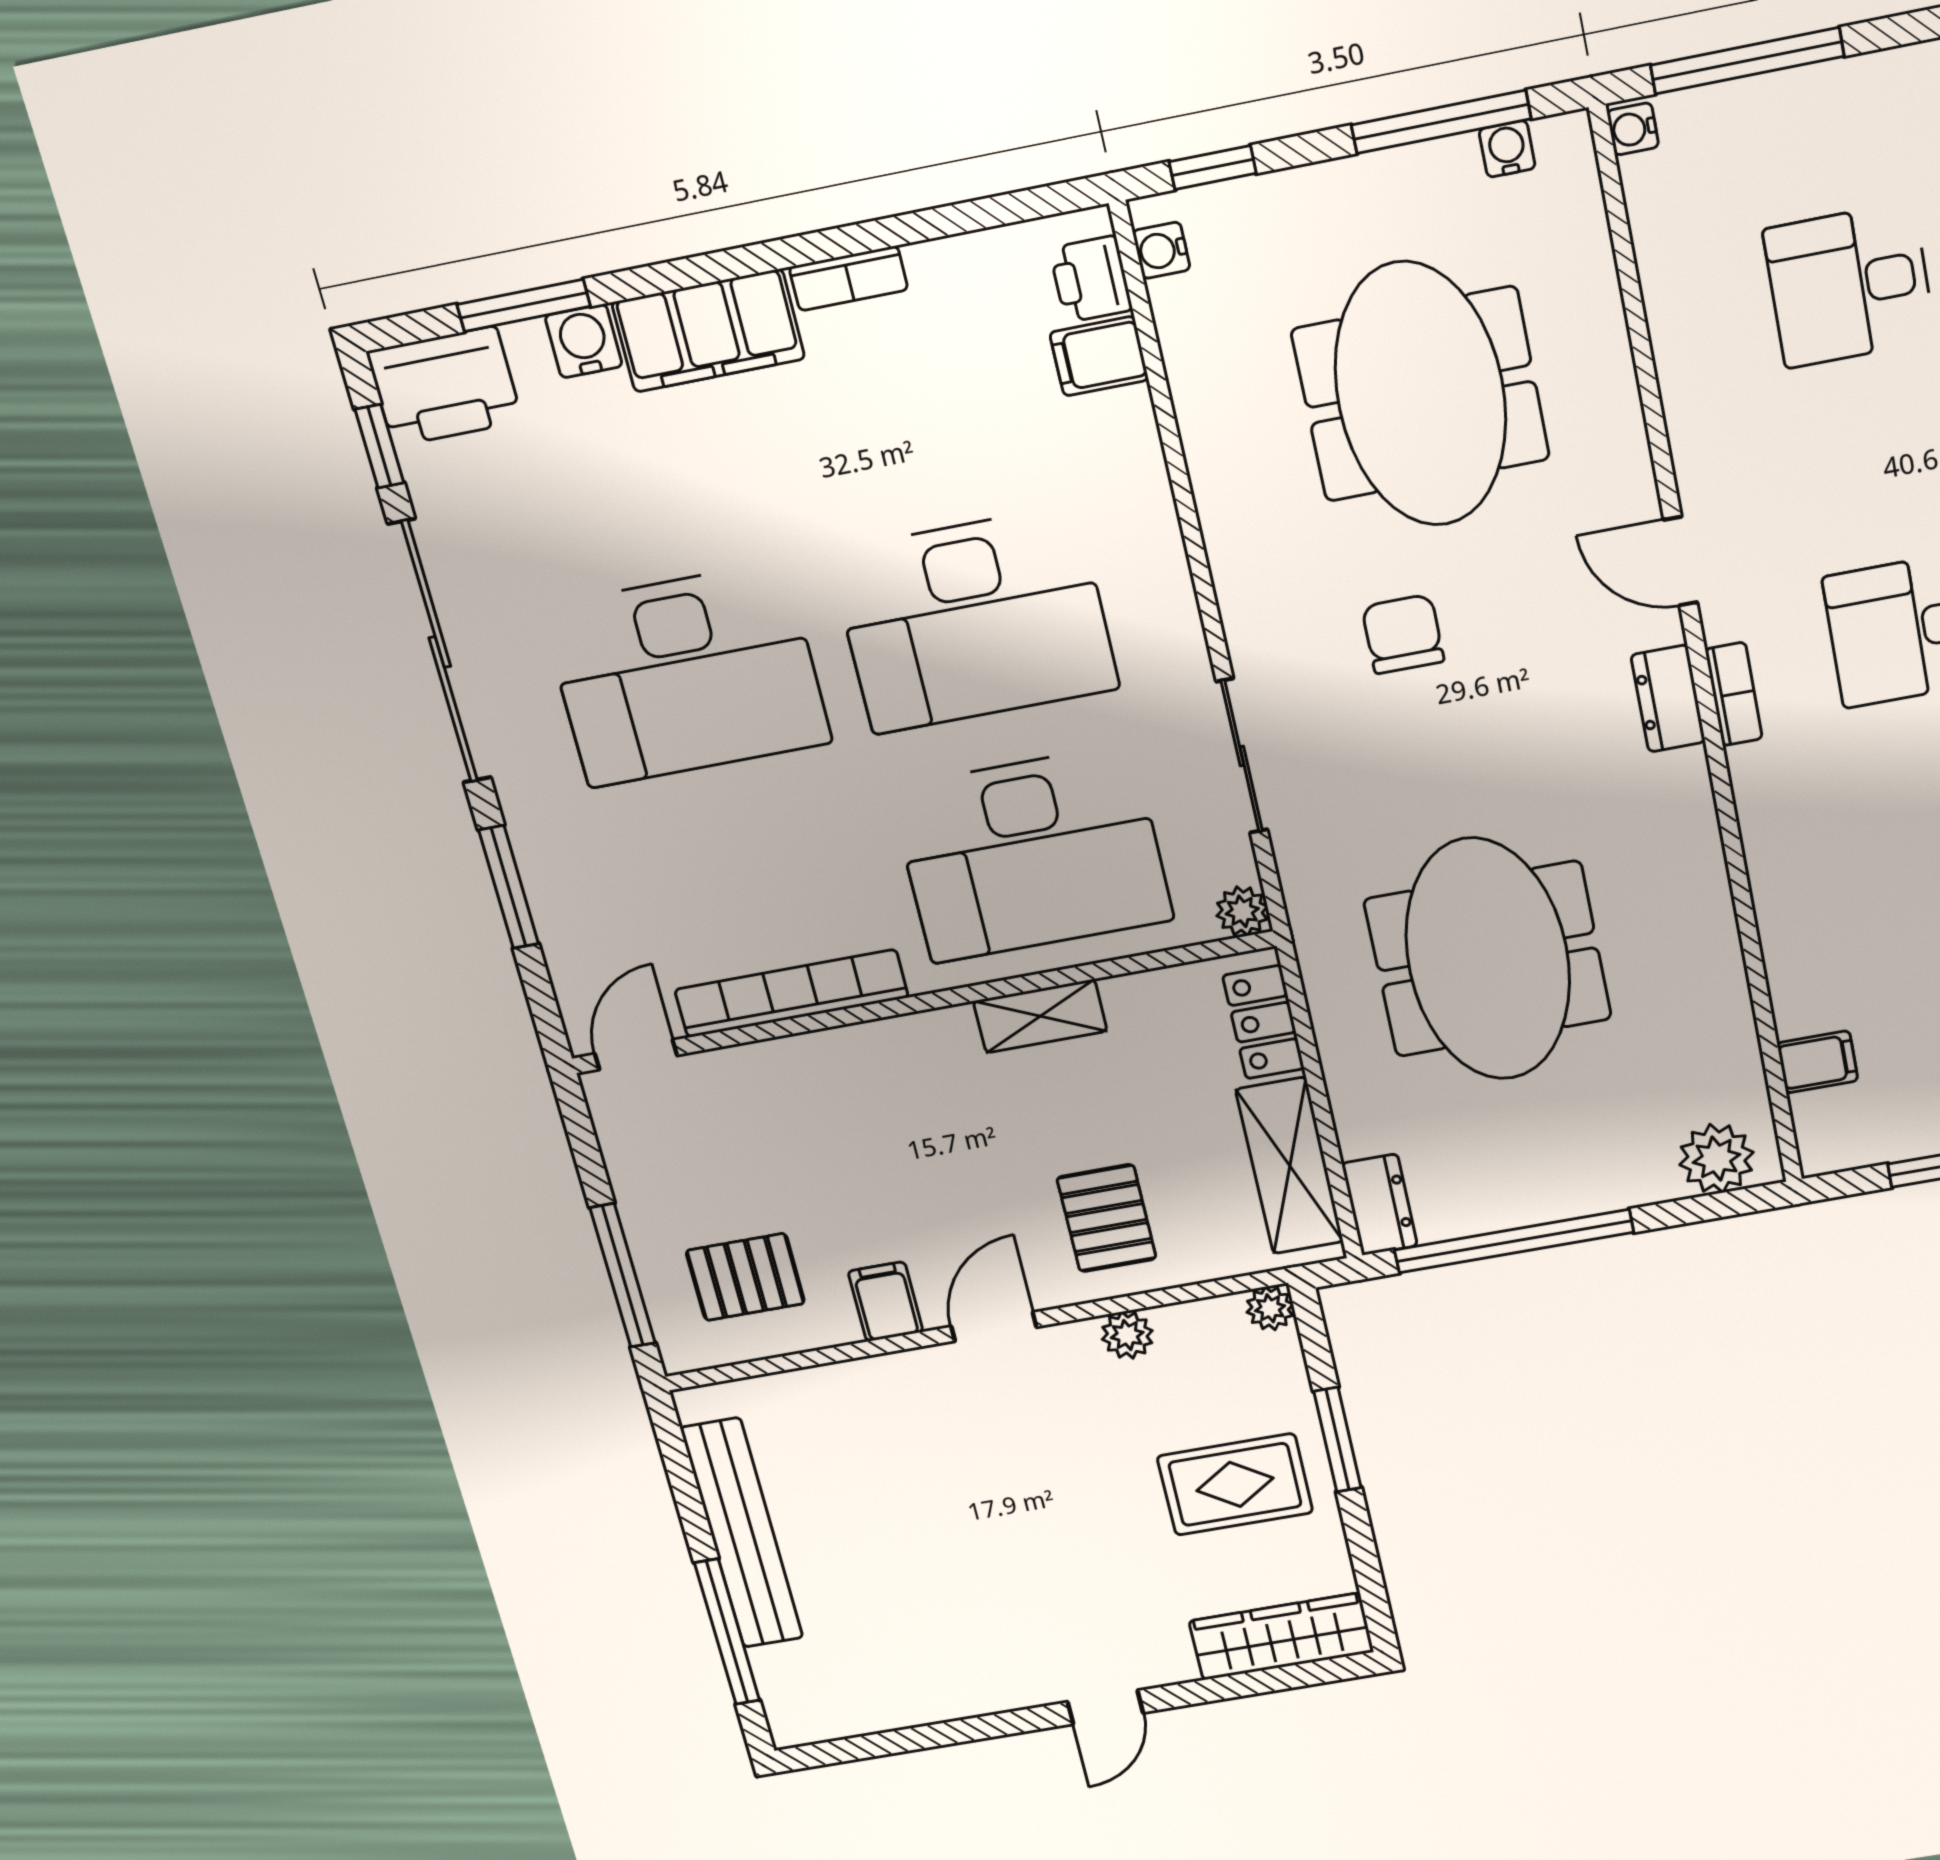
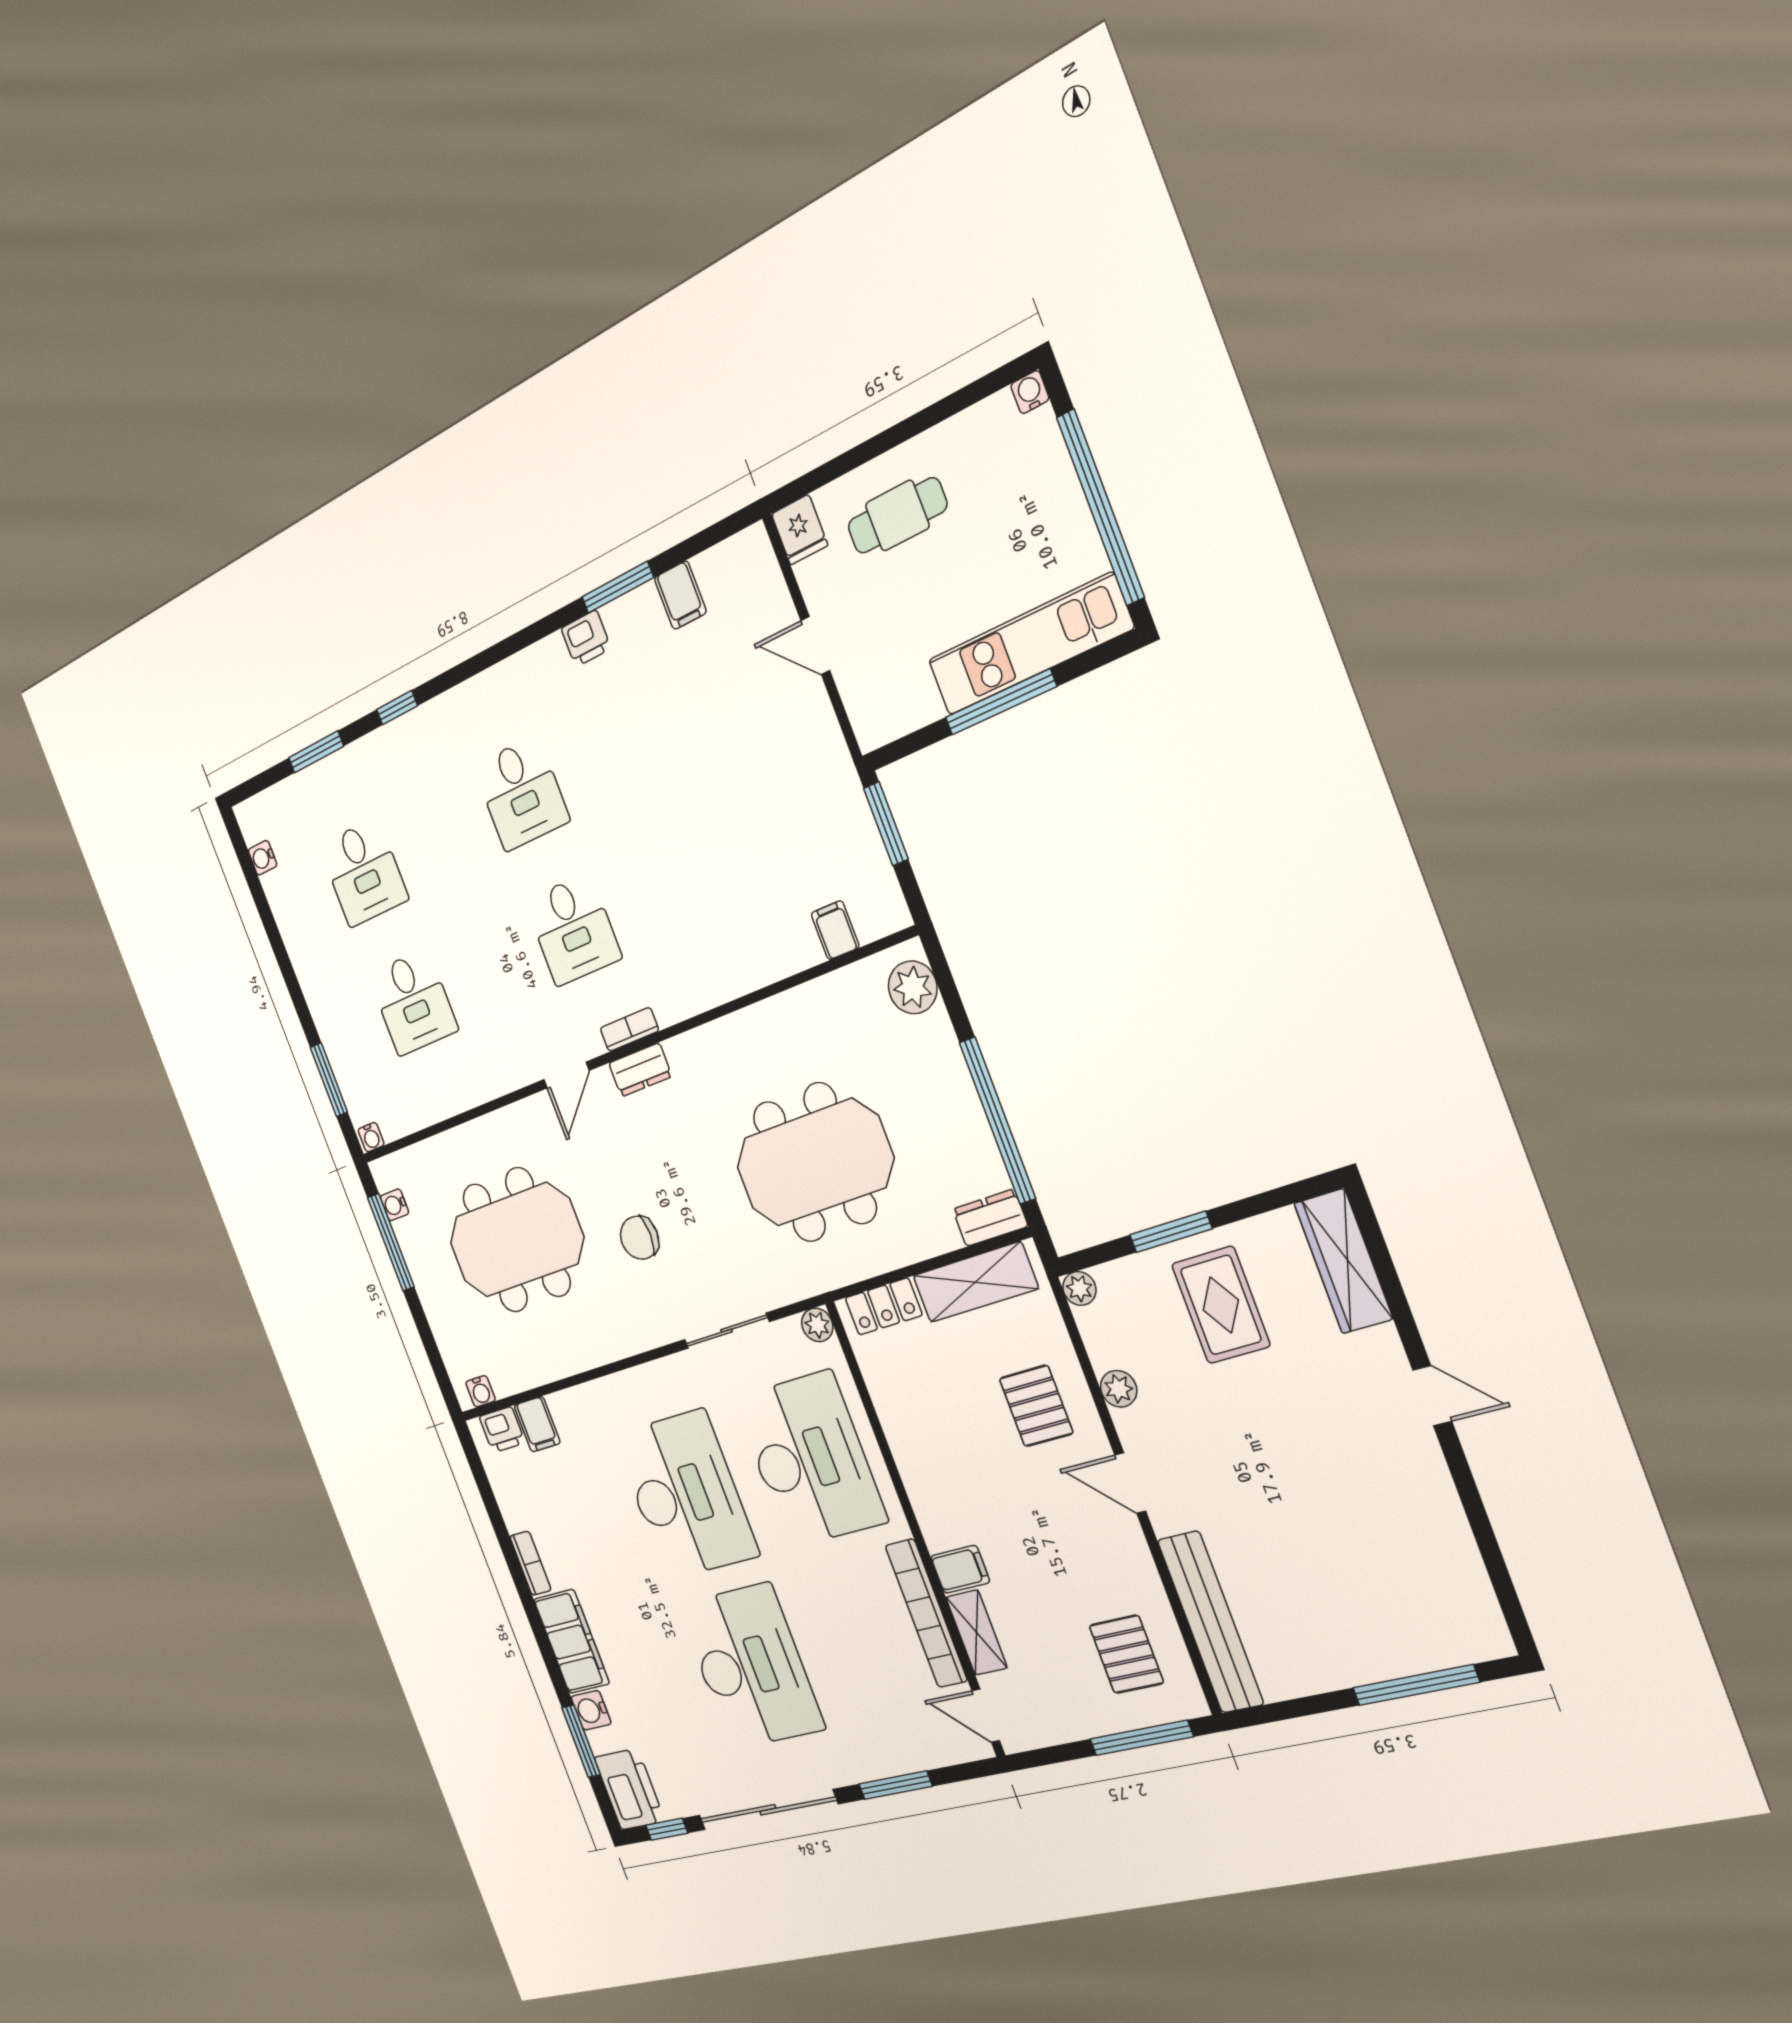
window: (1747, 61) -> (329, 1080), width x0.69
window: (1213, 168) -> (438, 1365), removed
shelving: (1040, 1016) -> (977, 1632), moved
pallet: (1107, 1218) -> (1036, 1406), turned 90
filing cabinet: (886, 1302) -> (960, 1569), moved, turned 180
bench: (742, 1533) -> (1211, 1622), moved, turned 90

